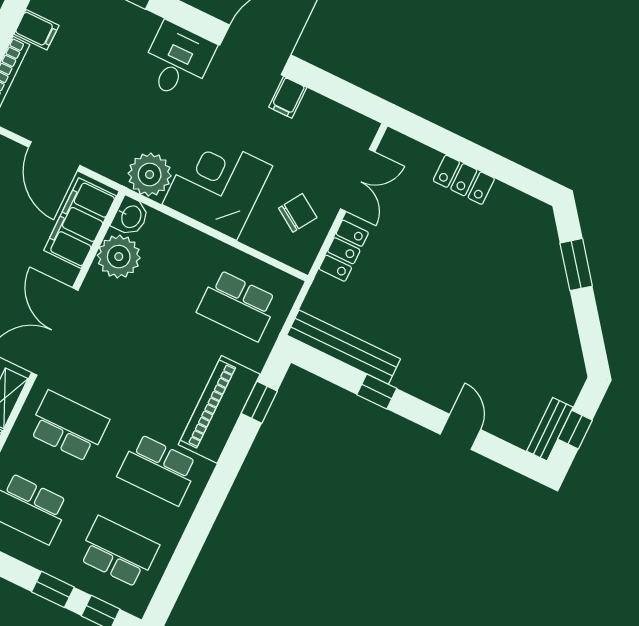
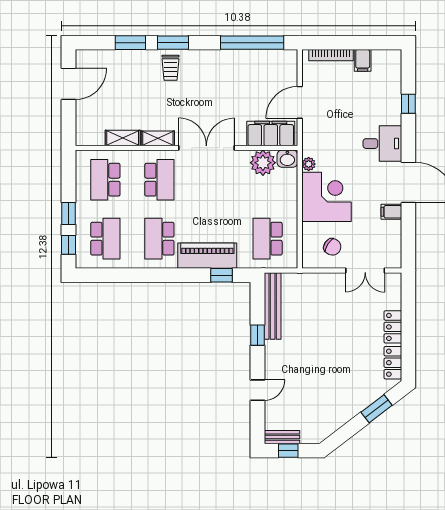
plant: (150, 175) -> (309, 164), width x0.53, depth x0.53
locker: (344, 251) -> (393, 363), moved, turned 90

